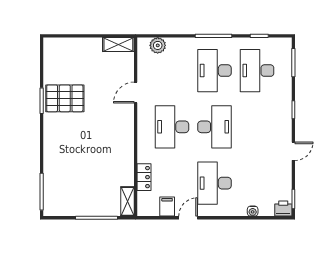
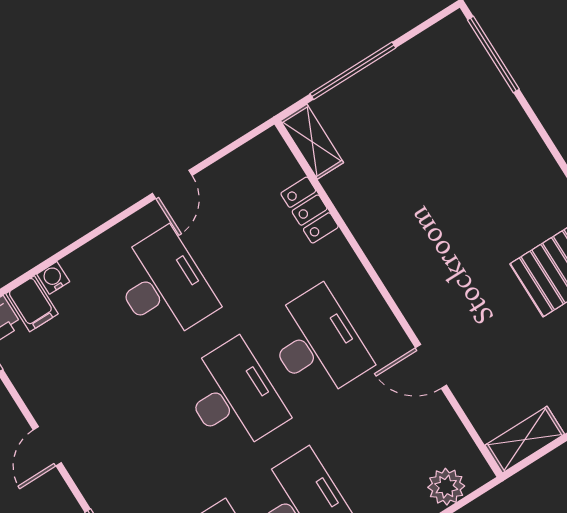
door: (136, 93) -> (431, 366), swing flipped
desk: (214, 127) -> (233, 397), turned 180
filing cabinet: (167, 207) -> (32, 304), moved

